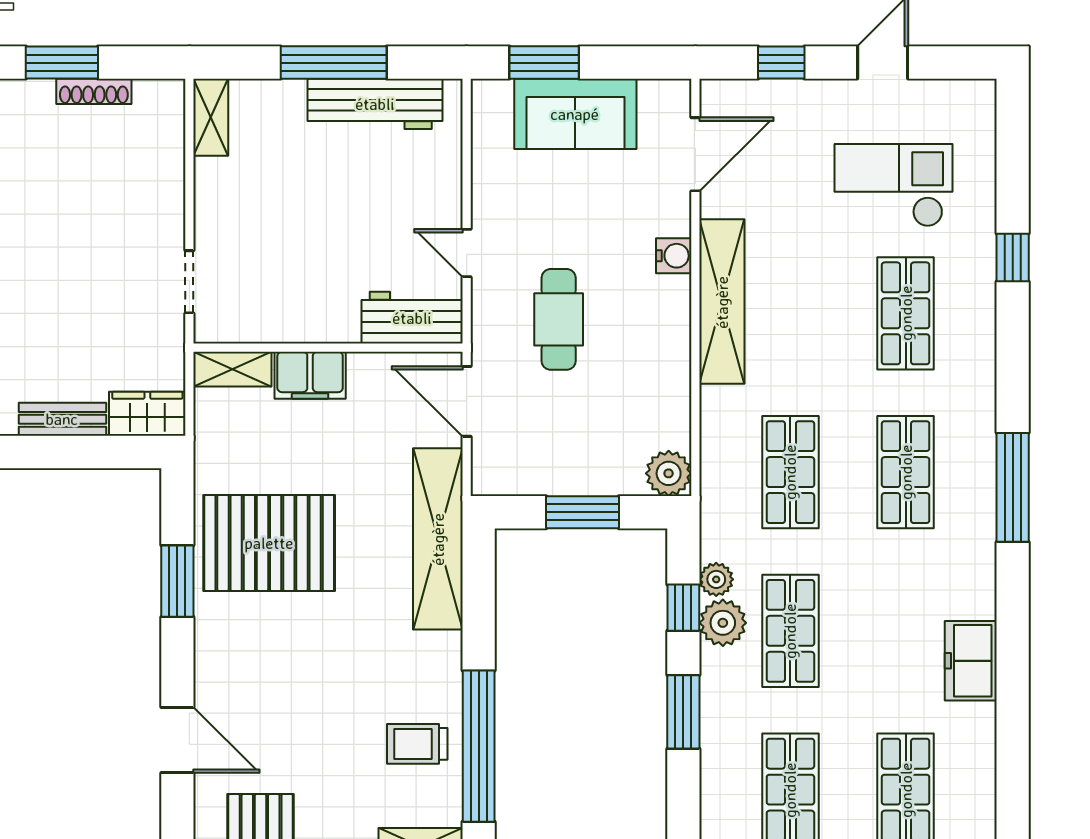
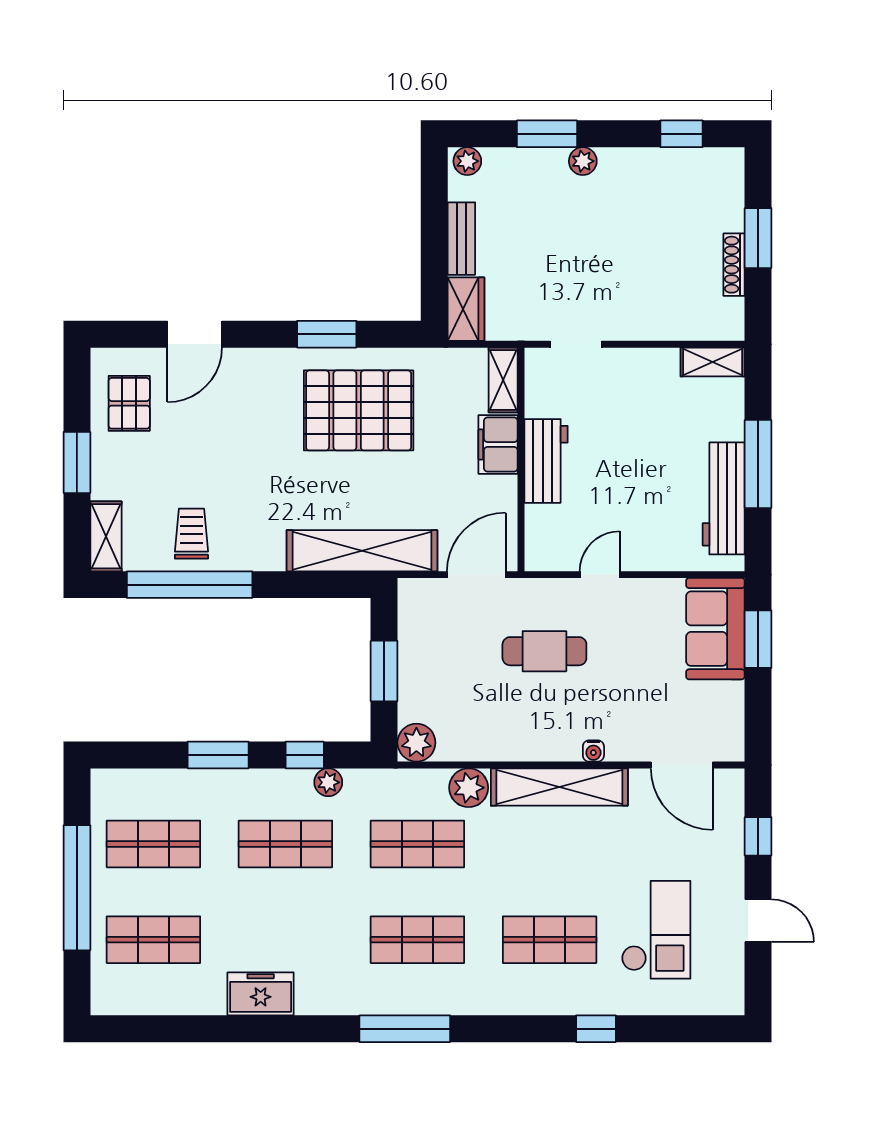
sofa: (575, 114) -> (715, 629), moved
water cooler: (674, 256) -> (593, 751), width x0.72, depth x0.72
workbench: (412, 318) -> (546, 461), moved
pallet: (269, 543) -> (359, 410), turned 90
plant: (723, 623) -> (469, 788), moved

